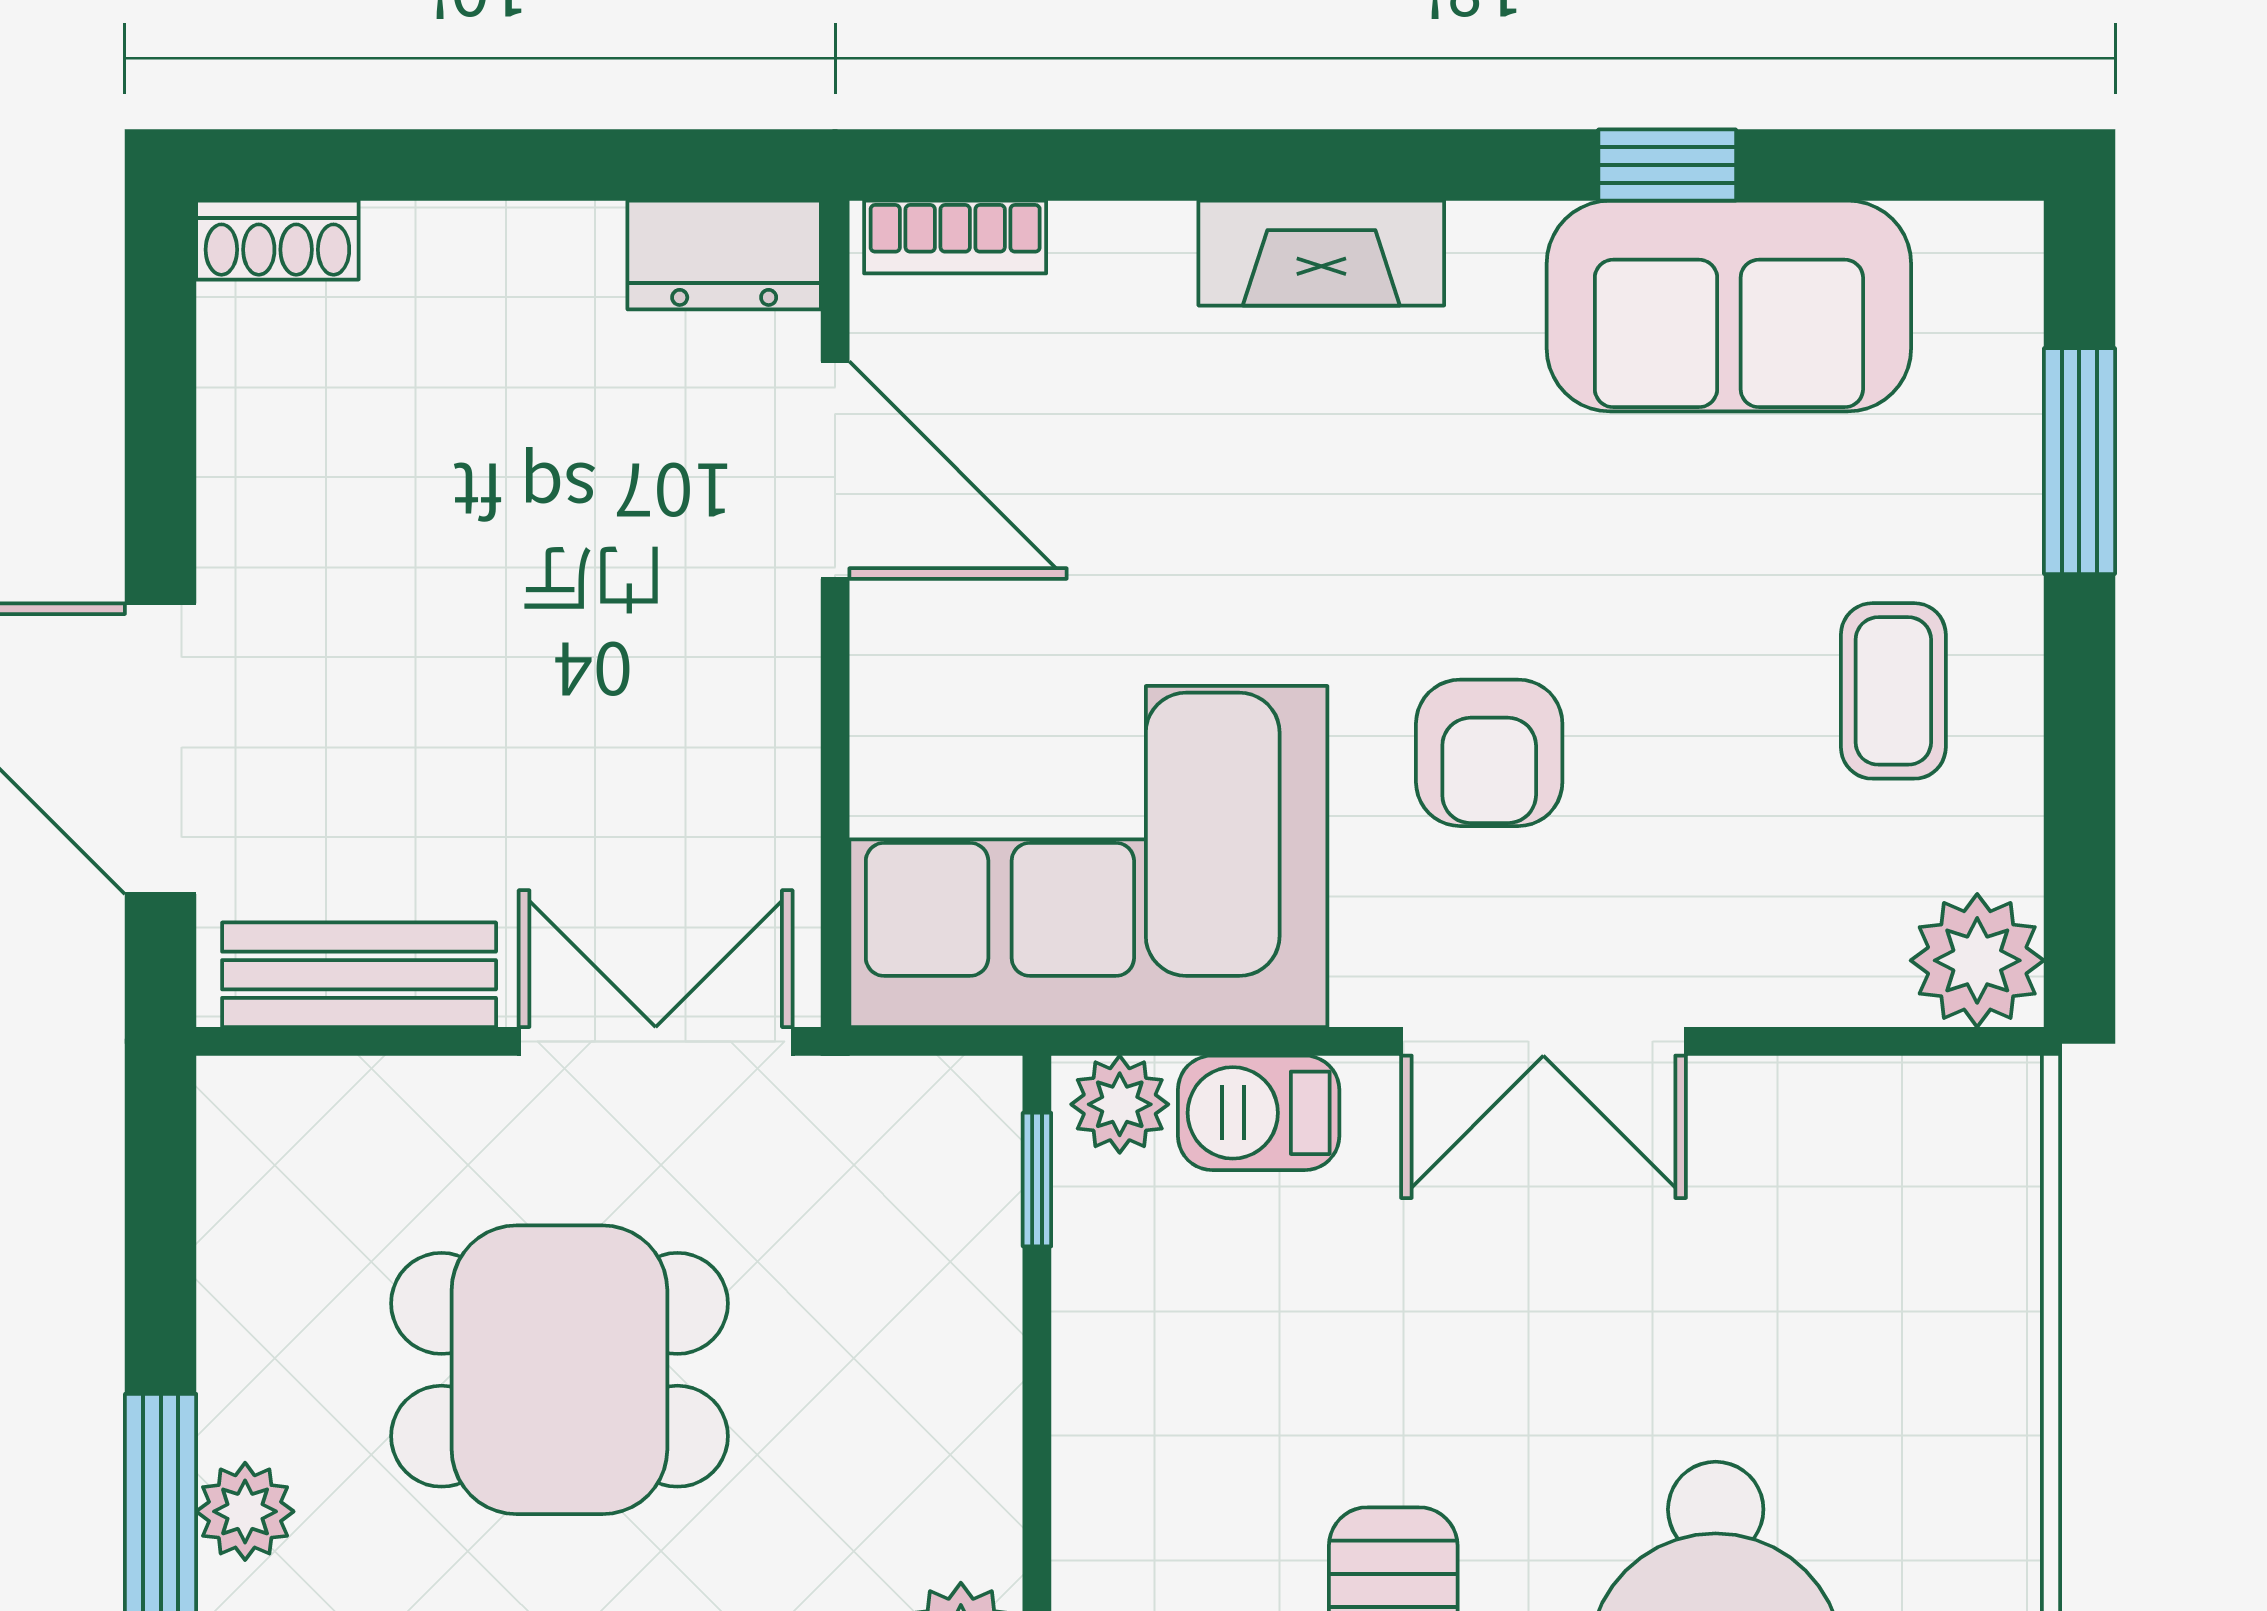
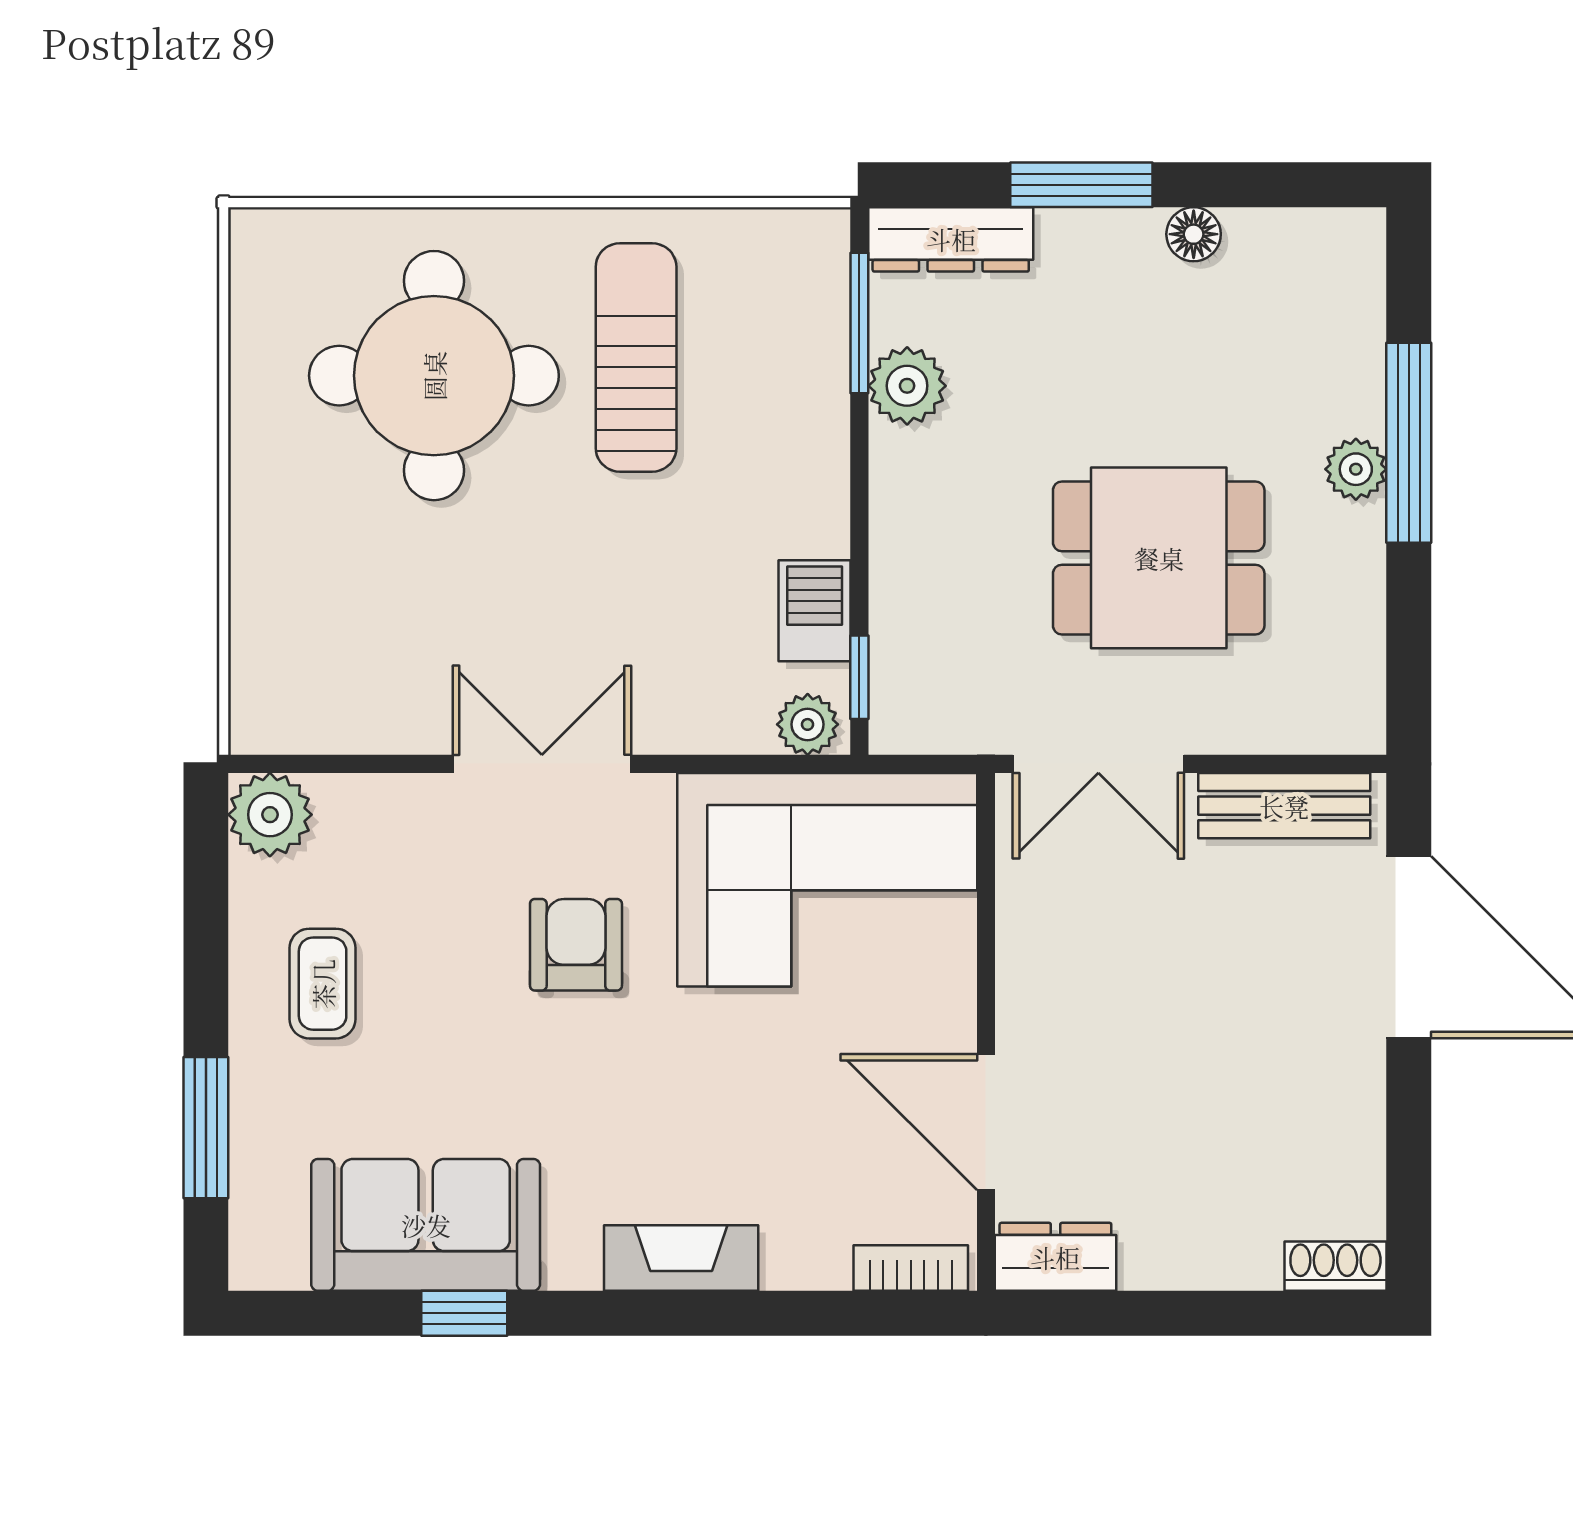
barbecue: (1259, 1113) -> (815, 611), moved, turned -90

